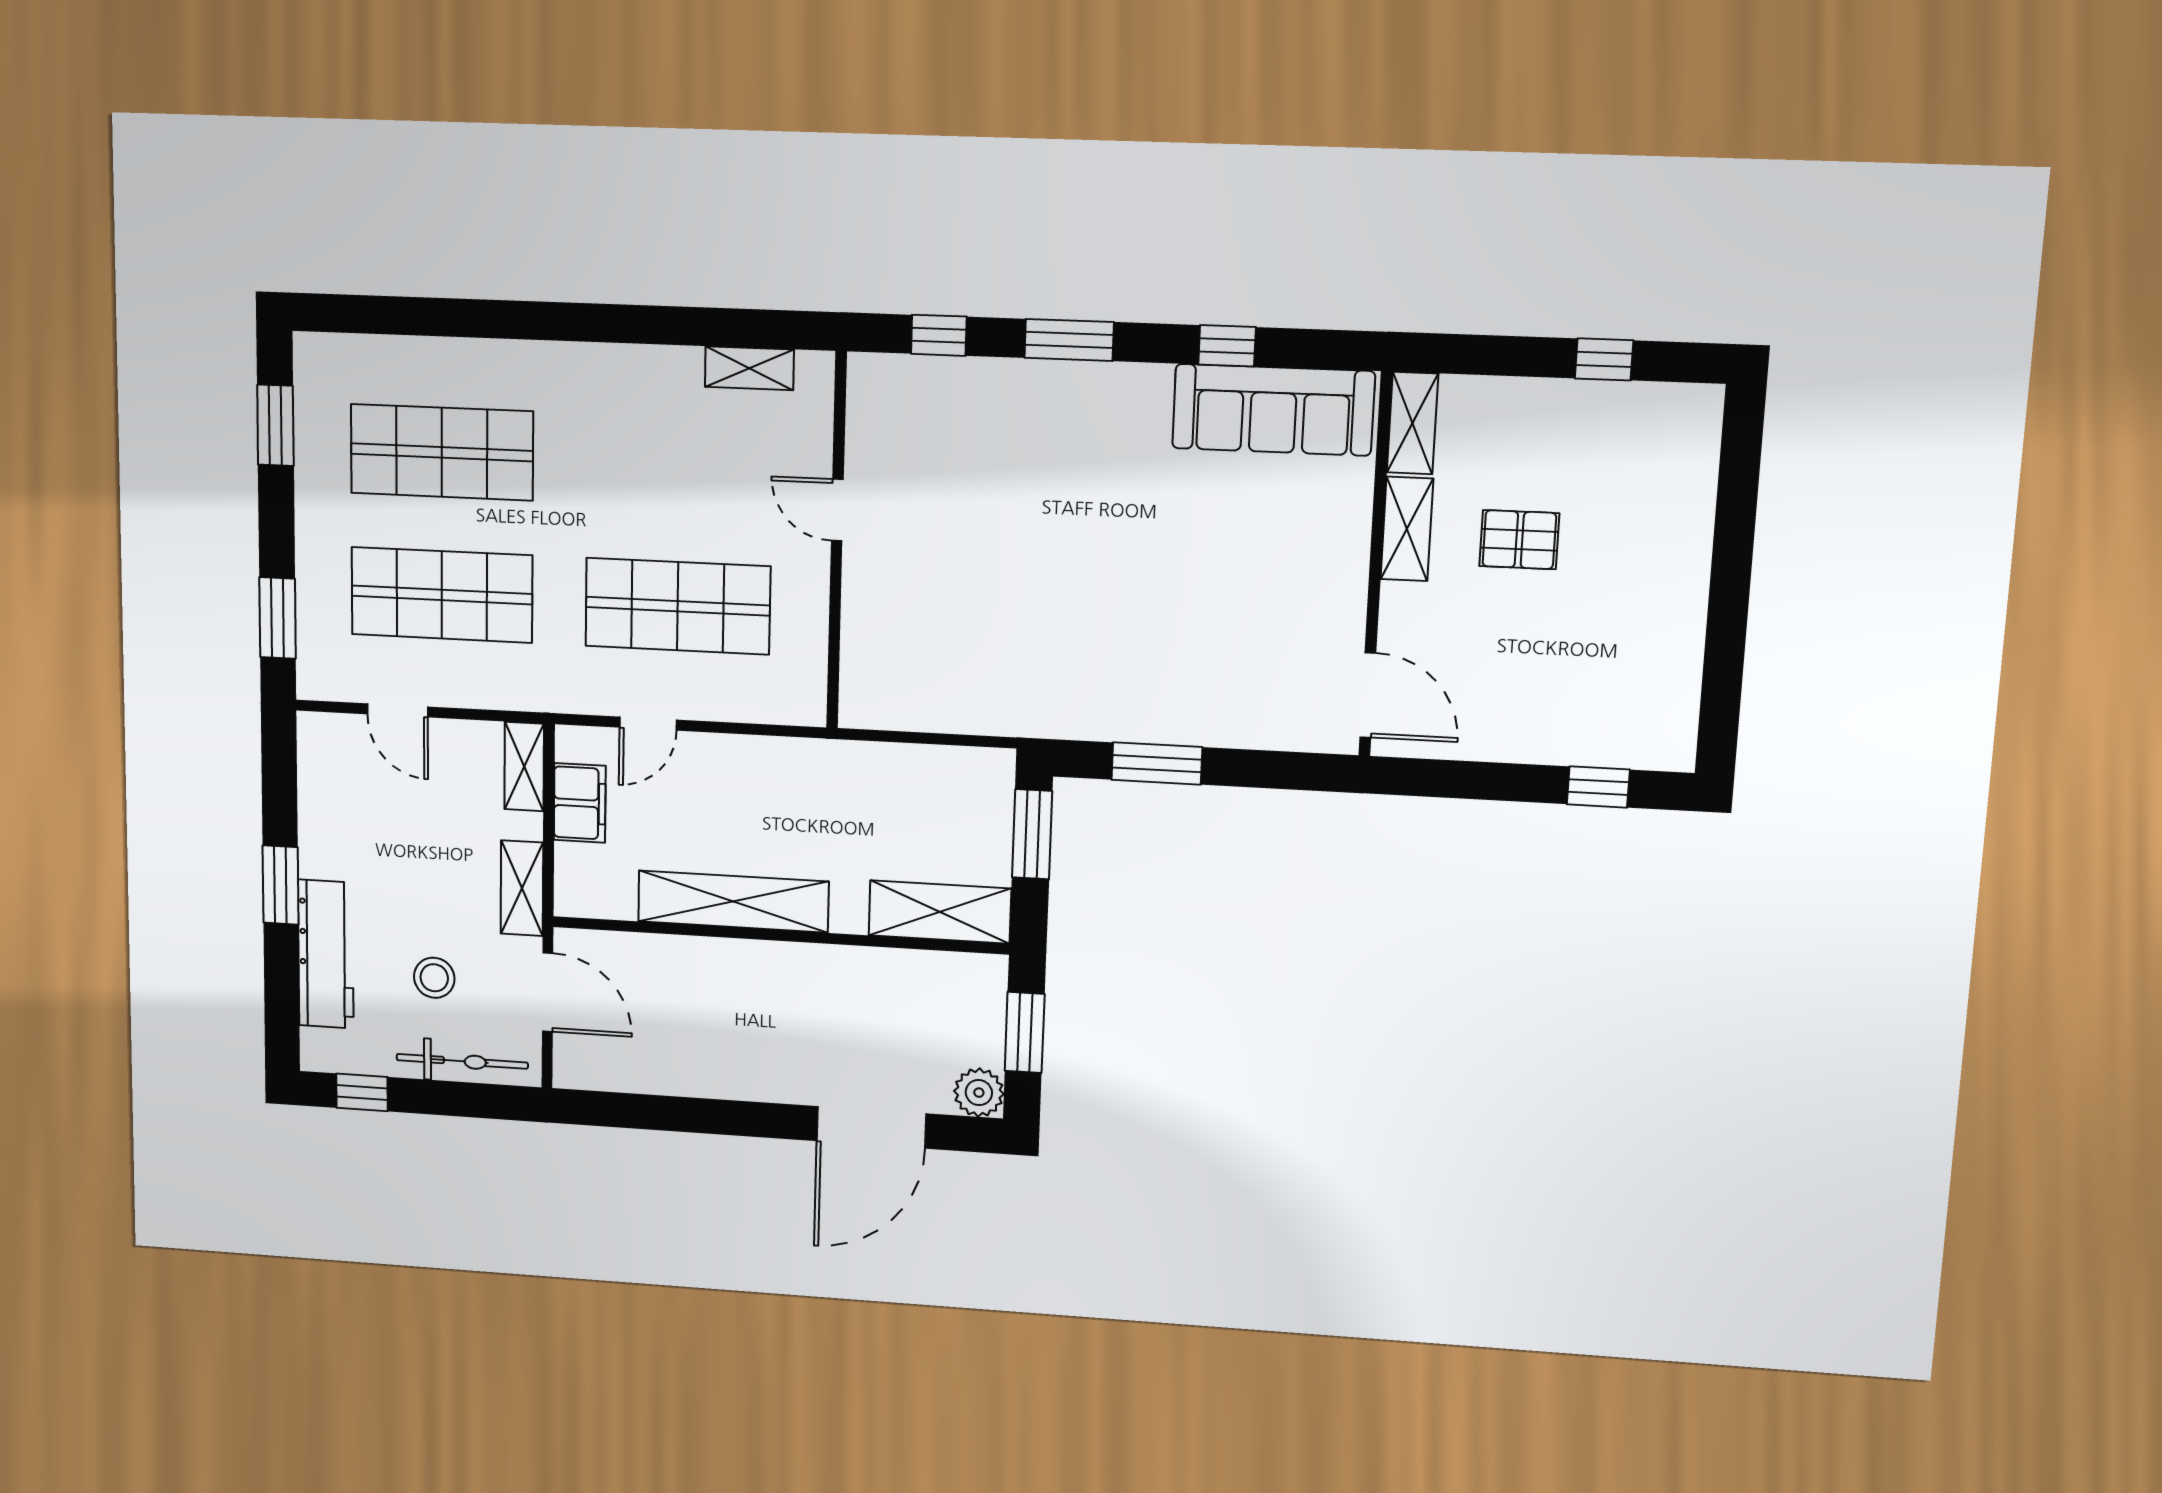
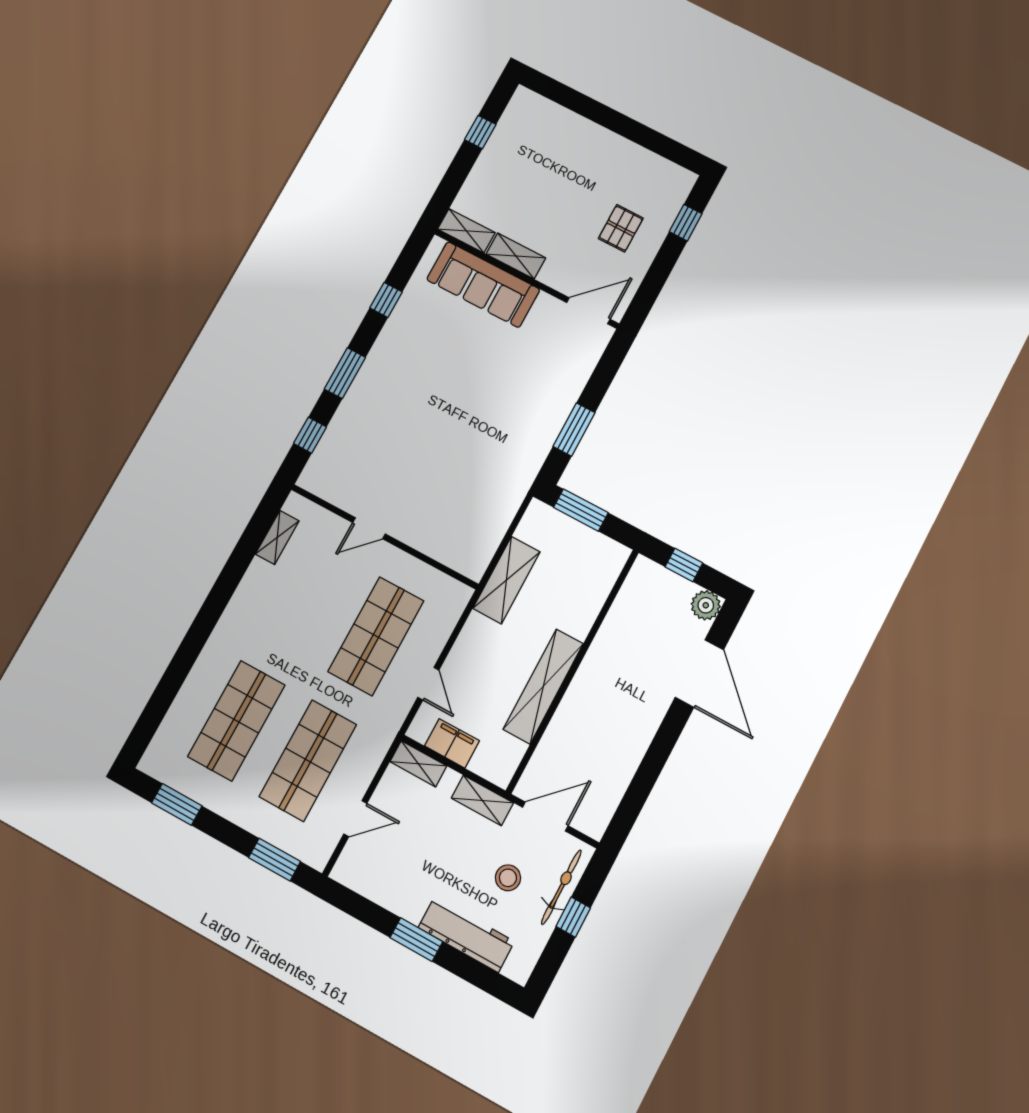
sofa: (1273, 410) -> (483, 284), moved, turned 90
pallet: (1519, 540) -> (621, 228), moved
shelving: (940, 912) -> (506, 580), moved
window: (1025, 1032) -> (684, 565), width x0.67
window: (362, 1092) -> (573, 917), moved

